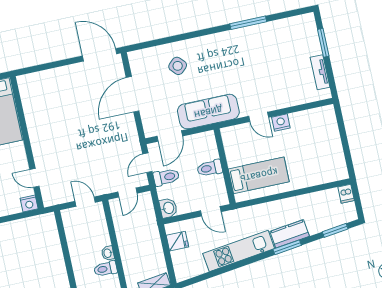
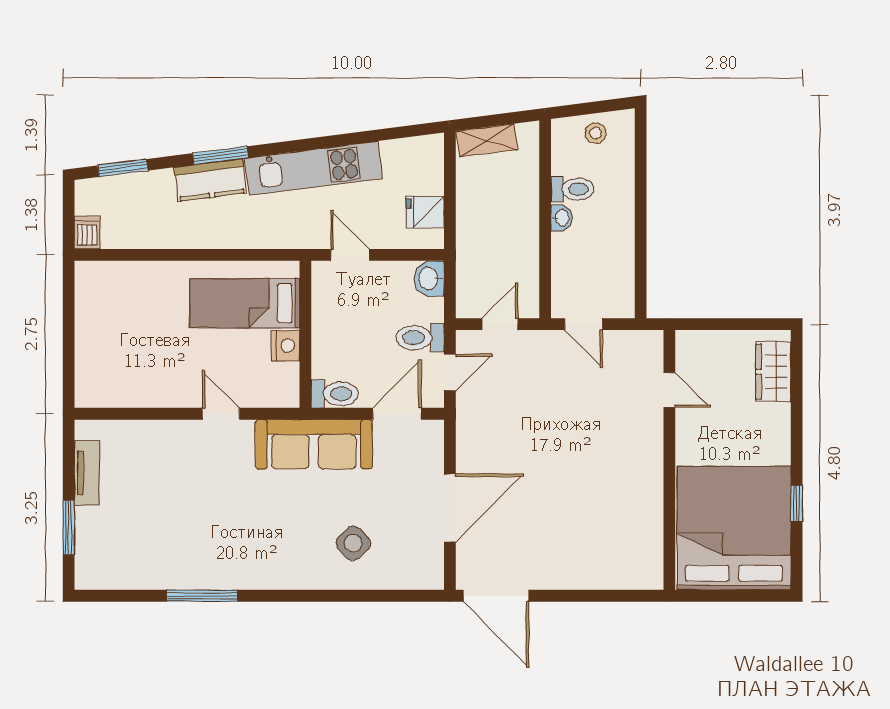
nightstand: (281, 123) -> (286, 346), moved, turned -90
toilet: (210, 168) -> (335, 394), moved
nightstand: (29, 204) -> (690, 344), removed

